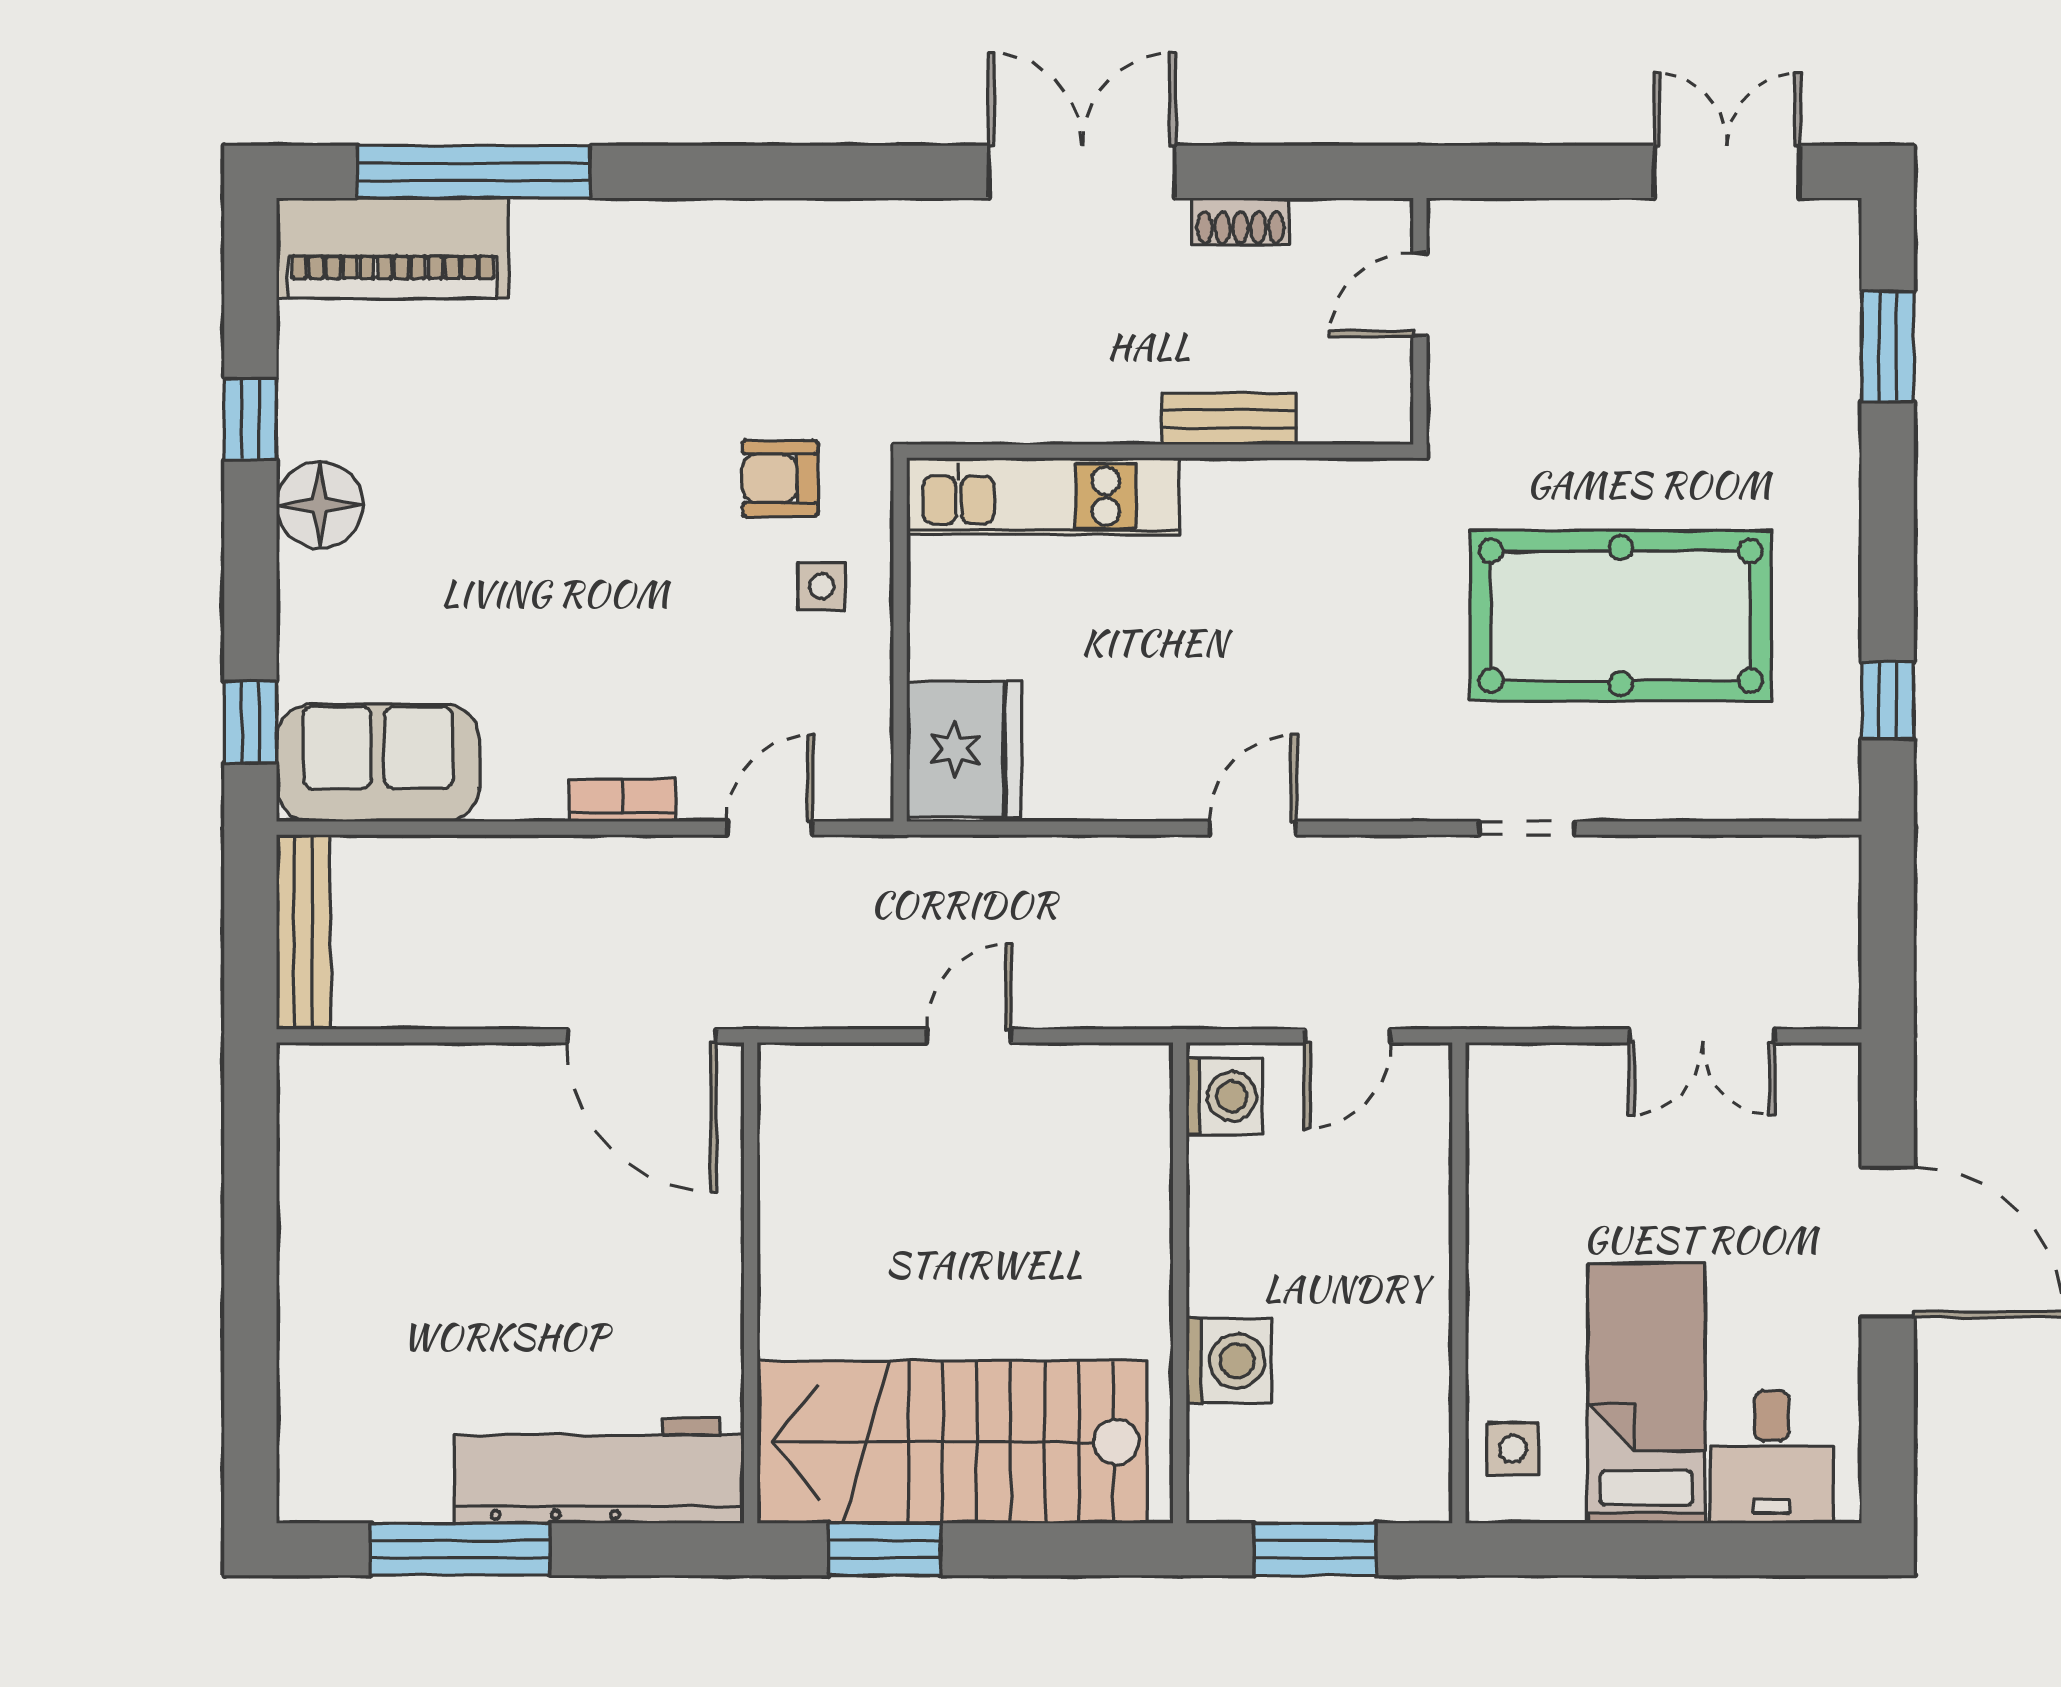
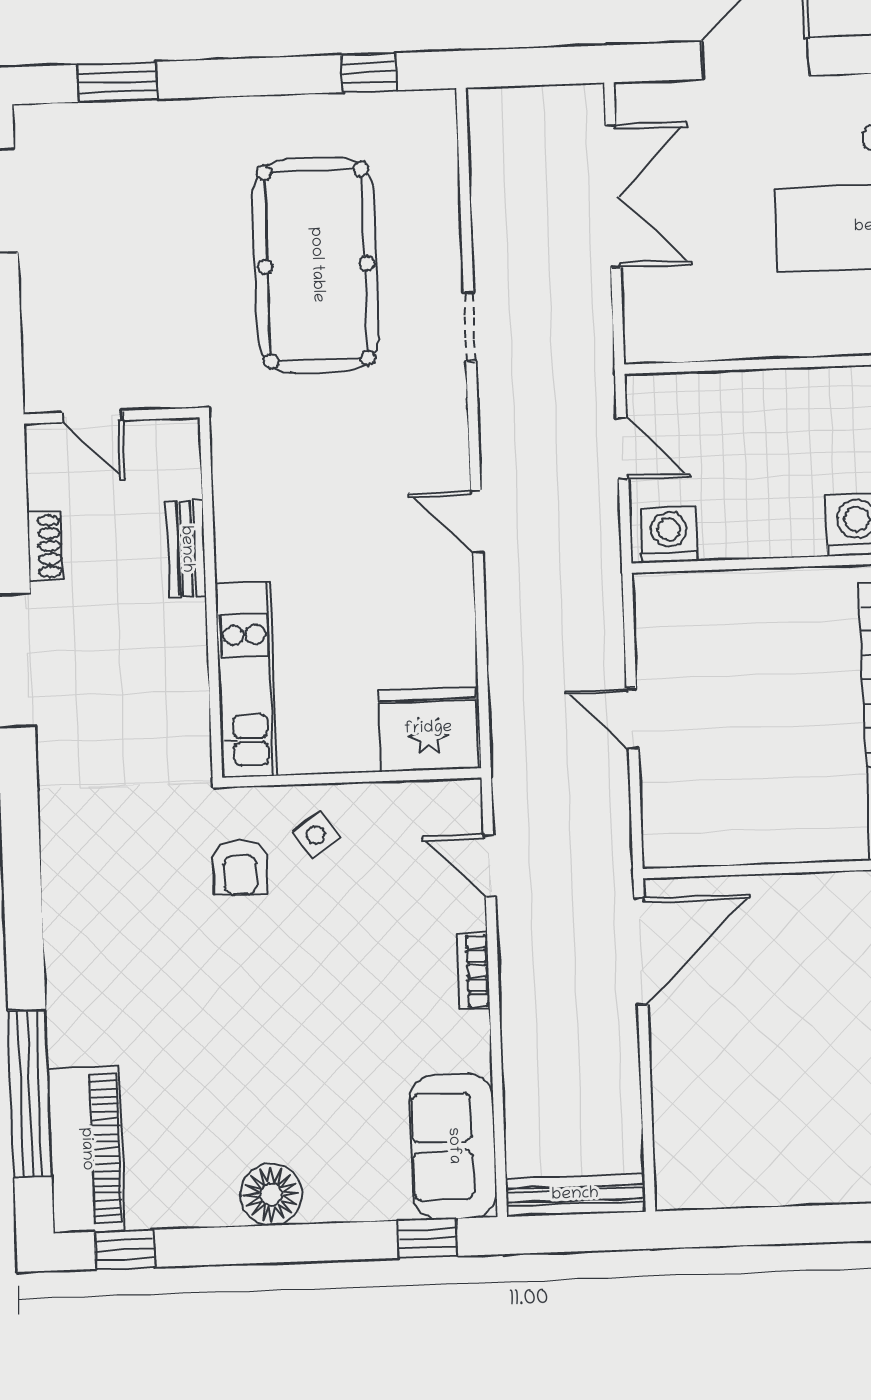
window: (250, 419) -> (125, 1249), moved
side table: (822, 586) -> (316, 835), turned -34
double door: (1702, 1036) -> (613, 196), width x1.37

